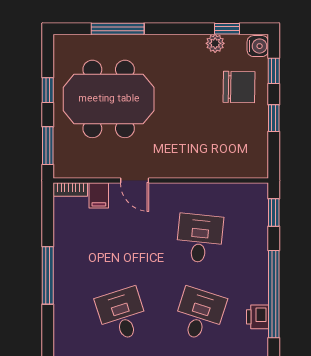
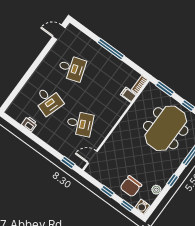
window: (227, 29) -> (173, 180), moved
door: (135, 181) -> (92, 157), moved
desk: (200, 238) -> (80, 124), turned -30
window: (274, 294) -> (34, 138), removed

